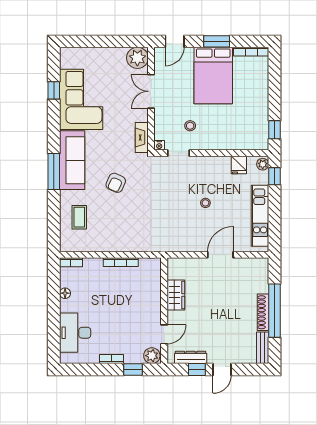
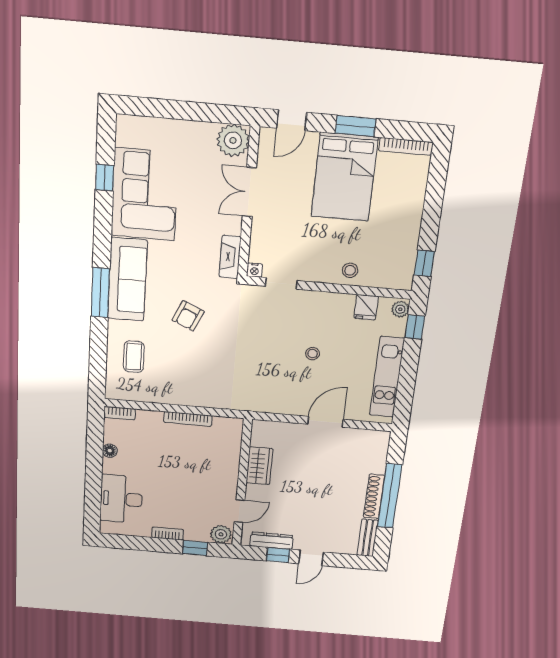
stool: (190, 126) -> (350, 270), moved

